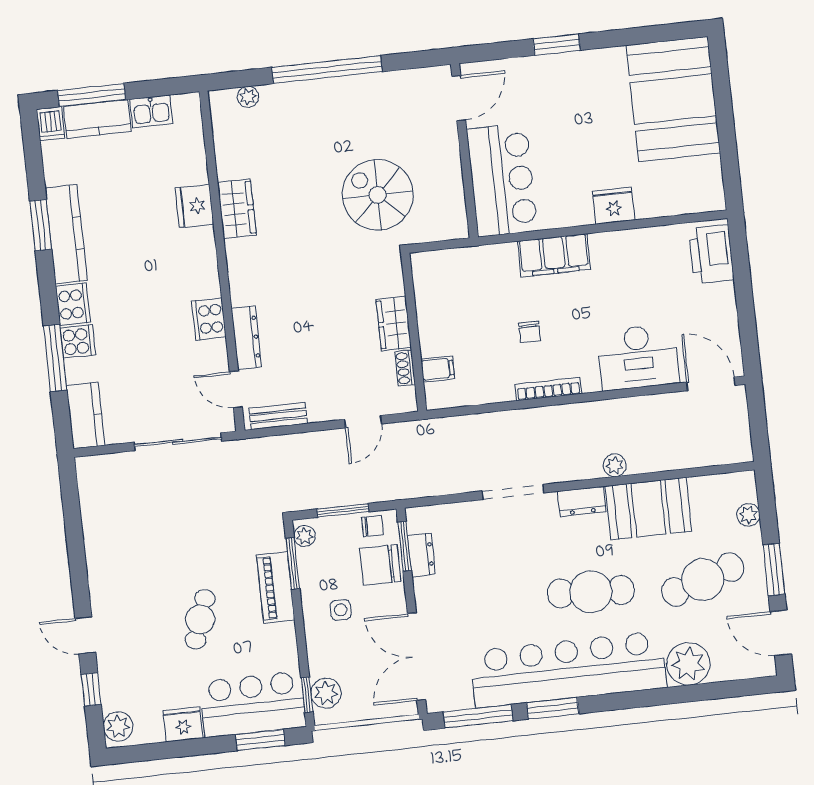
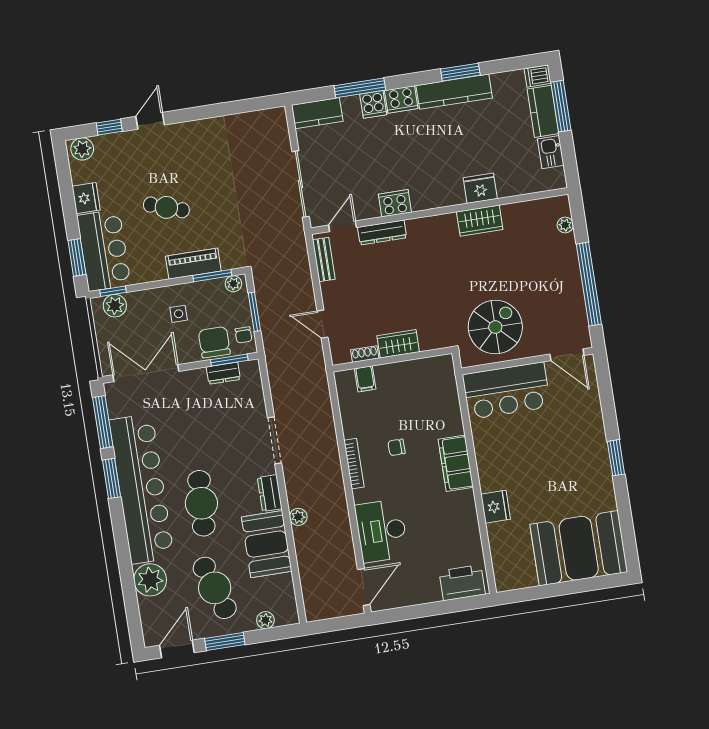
door: (459, 98) -> (567, 355), moved
wall: (464, 151) -> (527, 361), moved
bar counter: (502, 180) -> (506, 391), moved

